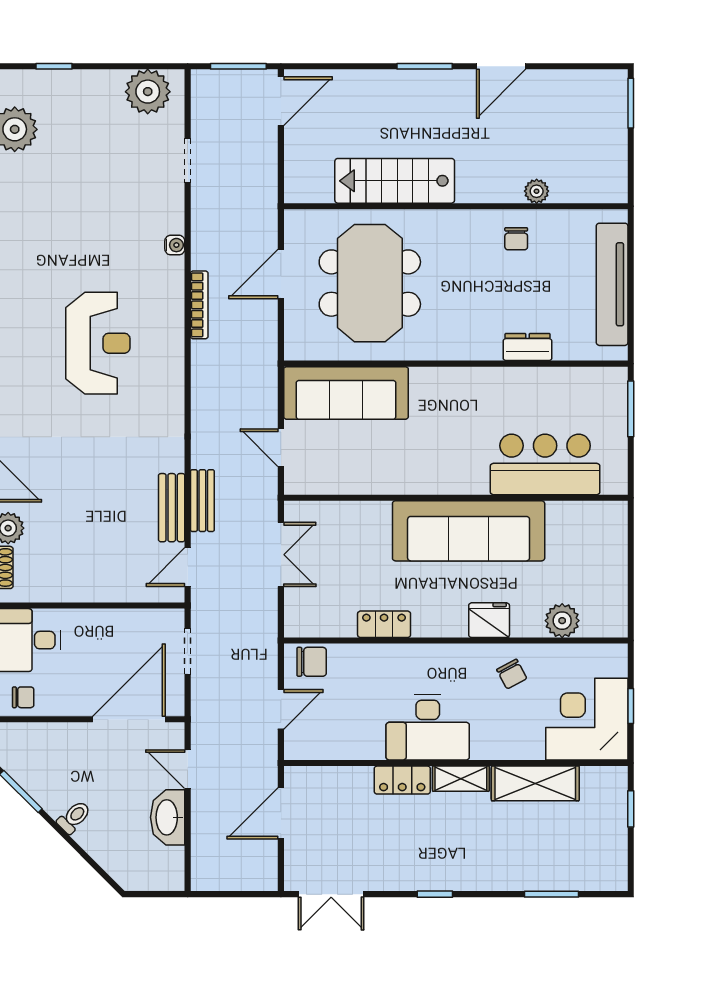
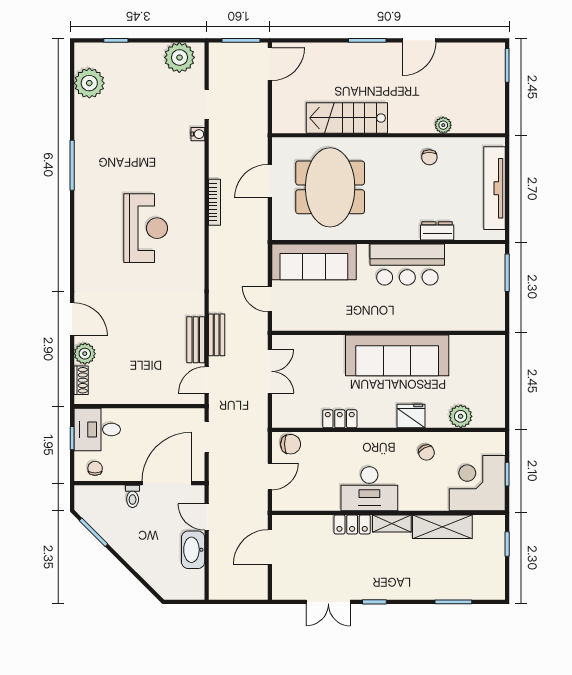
water cooler: (175, 245) -> (198, 134), moved
bar counter: (545, 464) -> (407, 265), moved, turned 180
chair: (23, 697) -> (95, 468), turned -90
toilet: (74, 817) -> (133, 496), moved, turned 135
double door: (331, 894) -> (328, 602), moved

